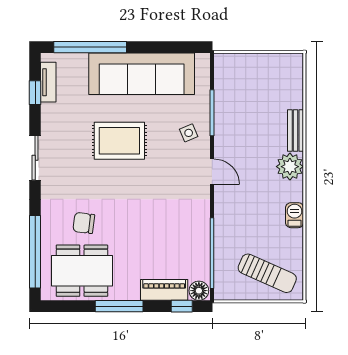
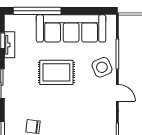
tv unit: (48, 82) -> (10, 45), moved
side table: (189, 133) -> (102, 67), width x1.87, depth x1.87

